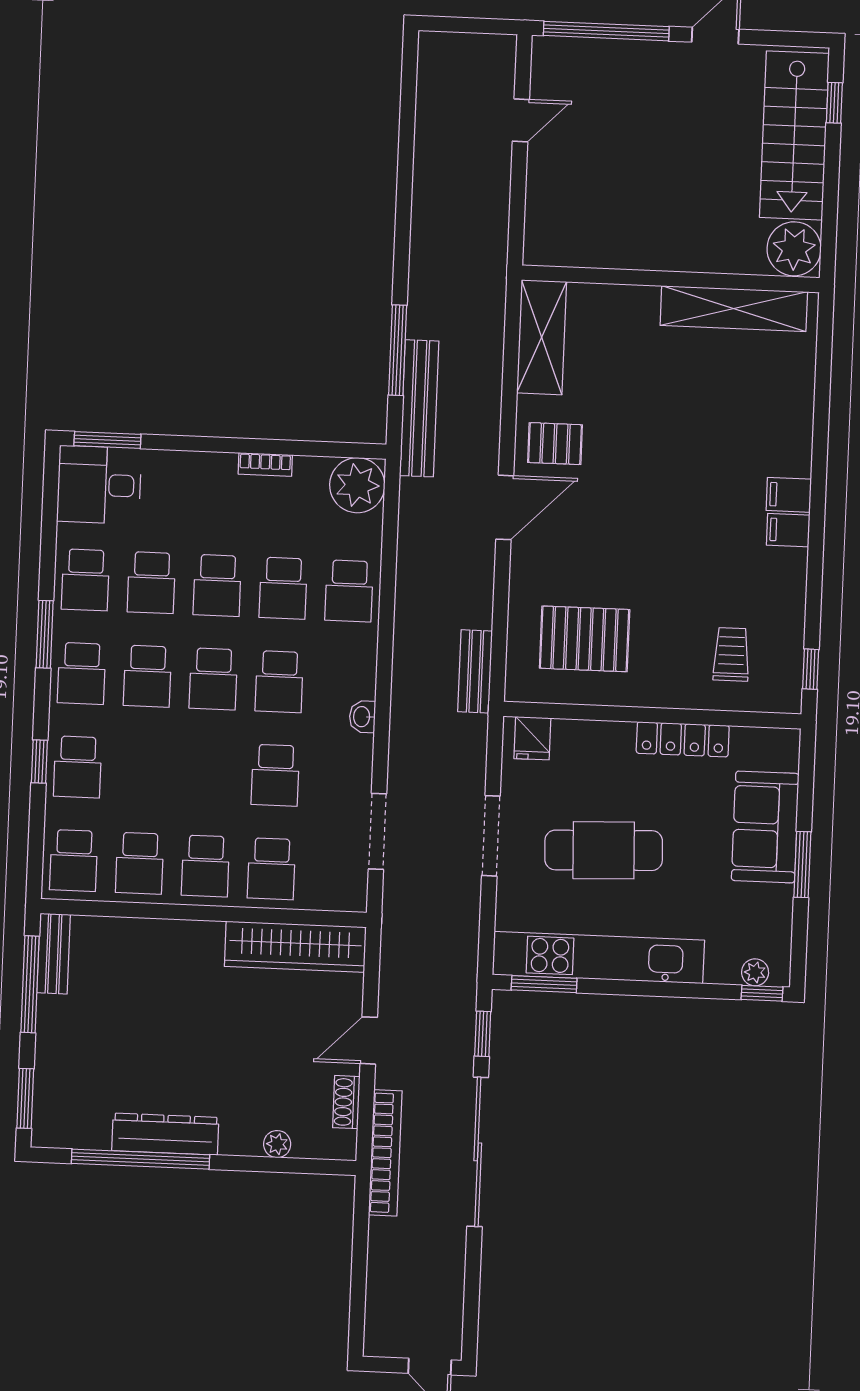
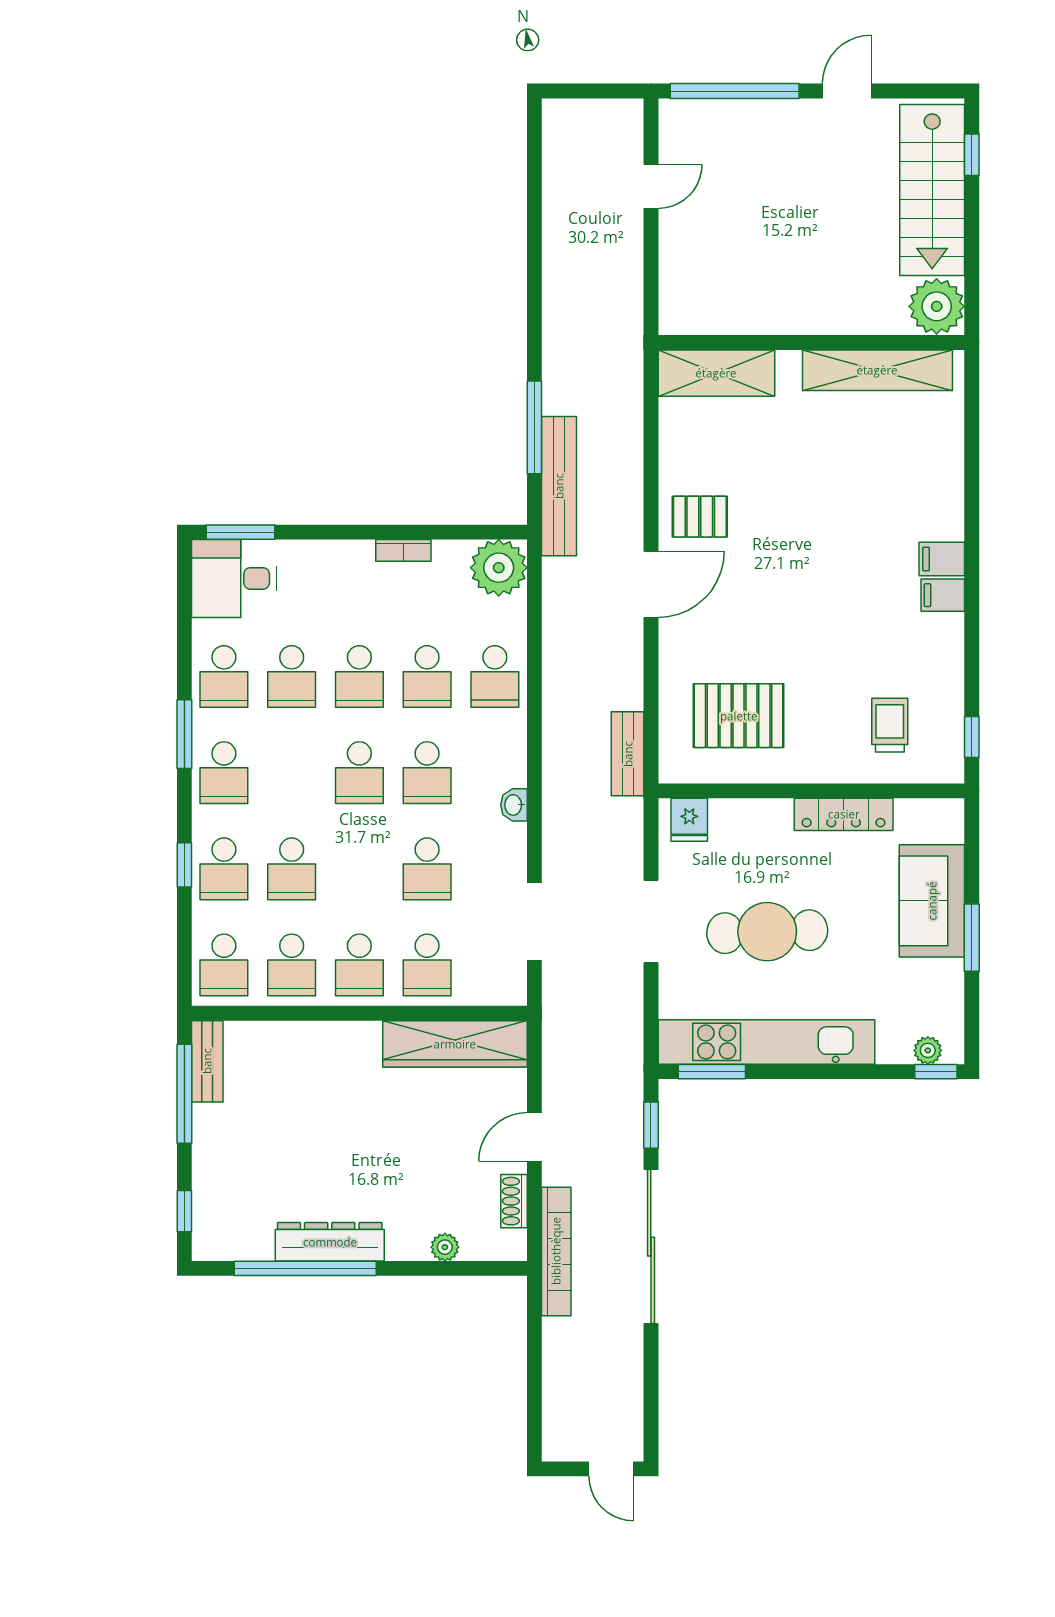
shelving: (542, 337) -> (716, 373), moved, turned 90
school desk: (147, 676) -> (292, 869), moved
window: (25, 1098) -> (184, 1211), width x0.67

